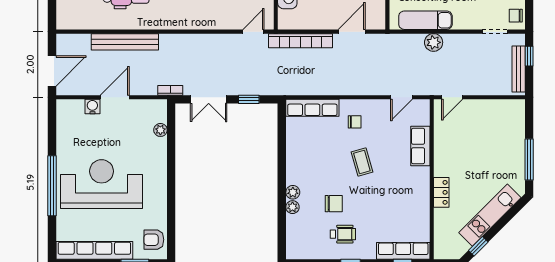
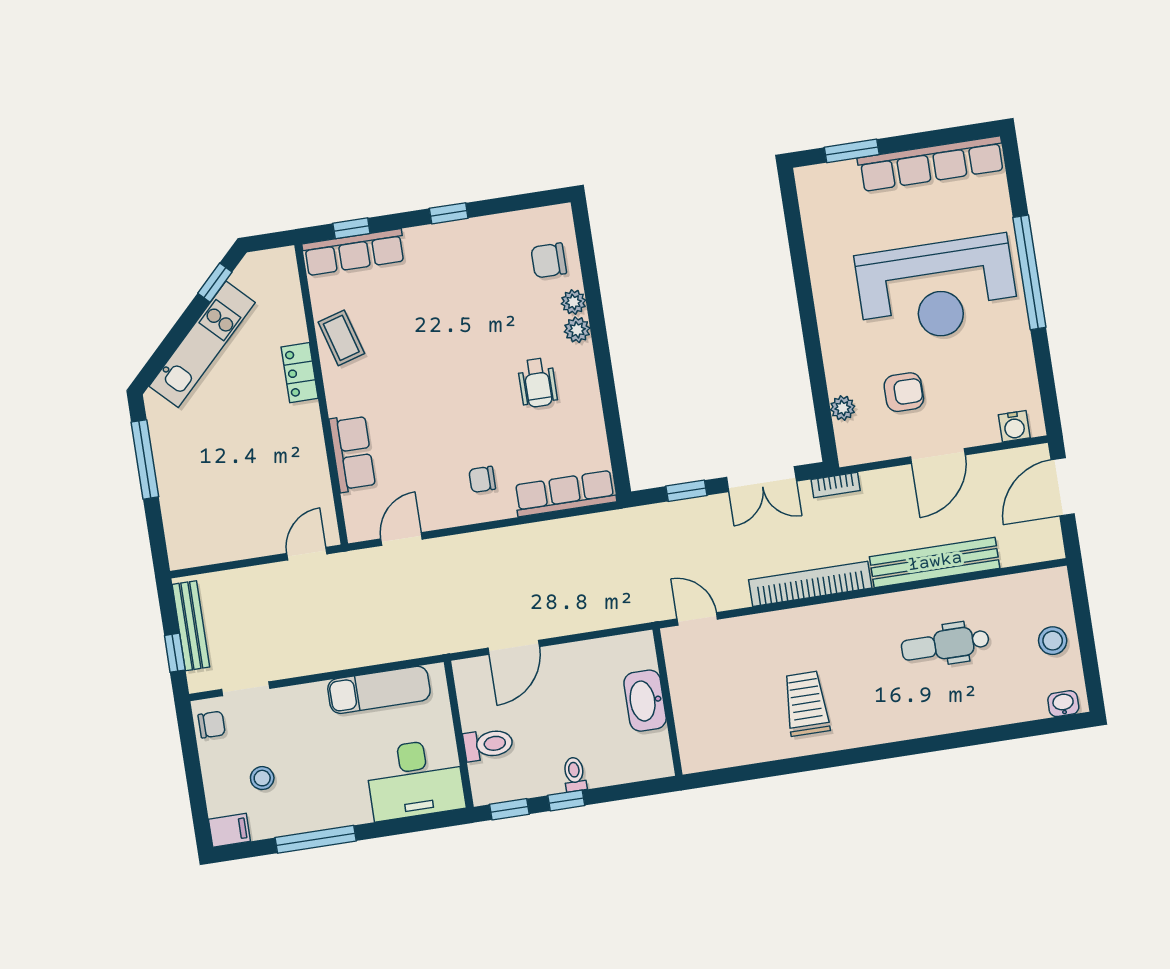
door: (253, 32) -> (697, 619), swing flipped
bookcase: (301, 41) -> (810, 584), moved
plant: (434, 42) -> (357, 651), removed
double door: (209, 99) -> (761, 479), swing flipped
water cooler: (92, 107) -> (1014, 426), moved
coffee table: (362, 162) -> (341, 338), moved
chair: (334, 204) -> (549, 260), moved
wheelchair: (343, 234) -> (537, 383), moved, turned -90
armchair: (154, 240) -> (904, 392), moved

